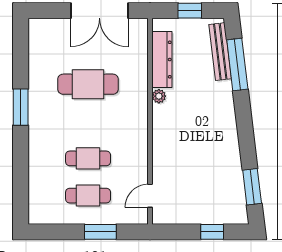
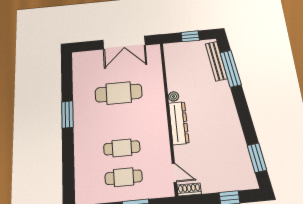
dresser: (162, 60) -> (179, 123), moved
door: (150, 196) -> (174, 173), swing flipped
shoe rack: (166, 218) -> (189, 189), added

